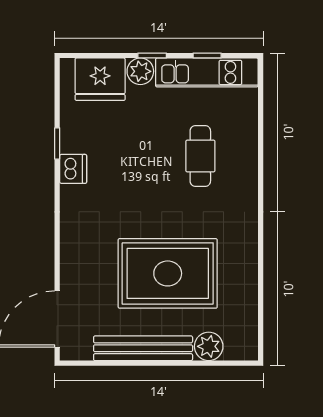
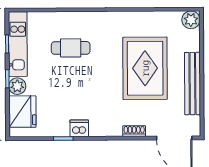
shoe rack: (68, 256) -> (134, 131), added
plant: (209, 346) -> (191, 20), moved

